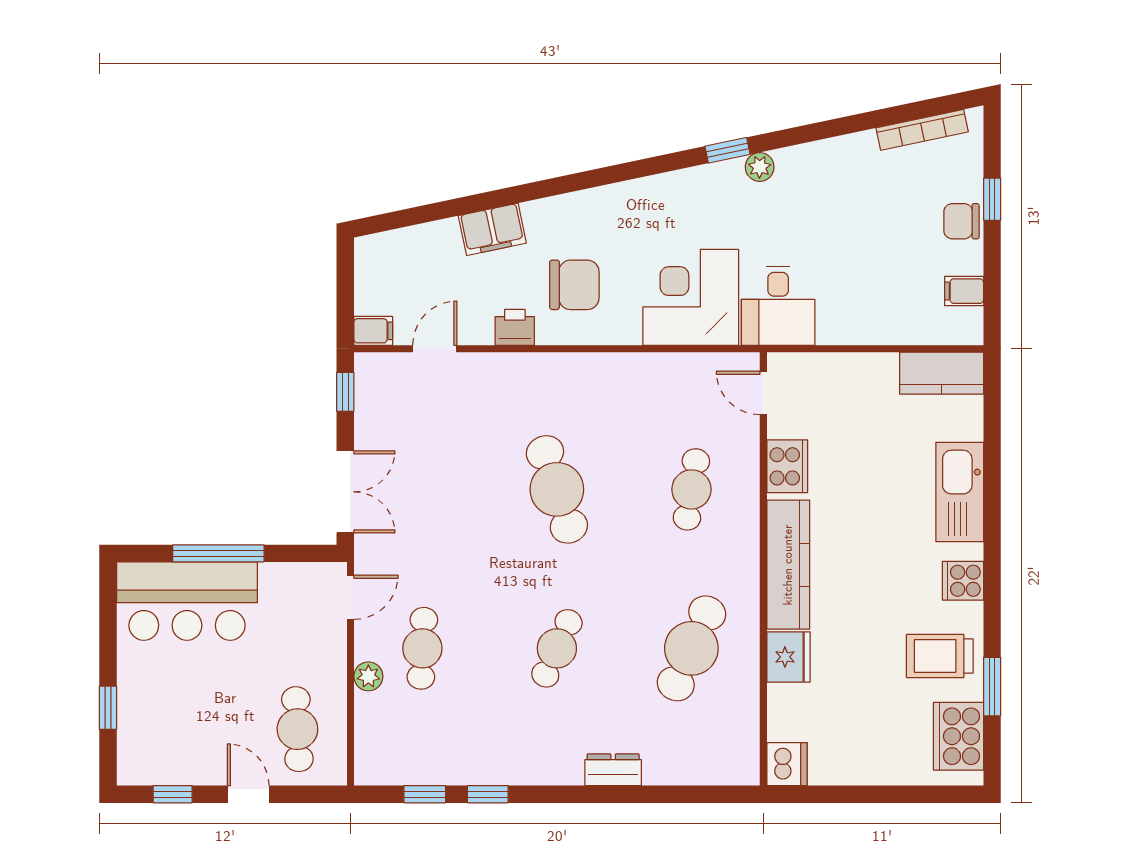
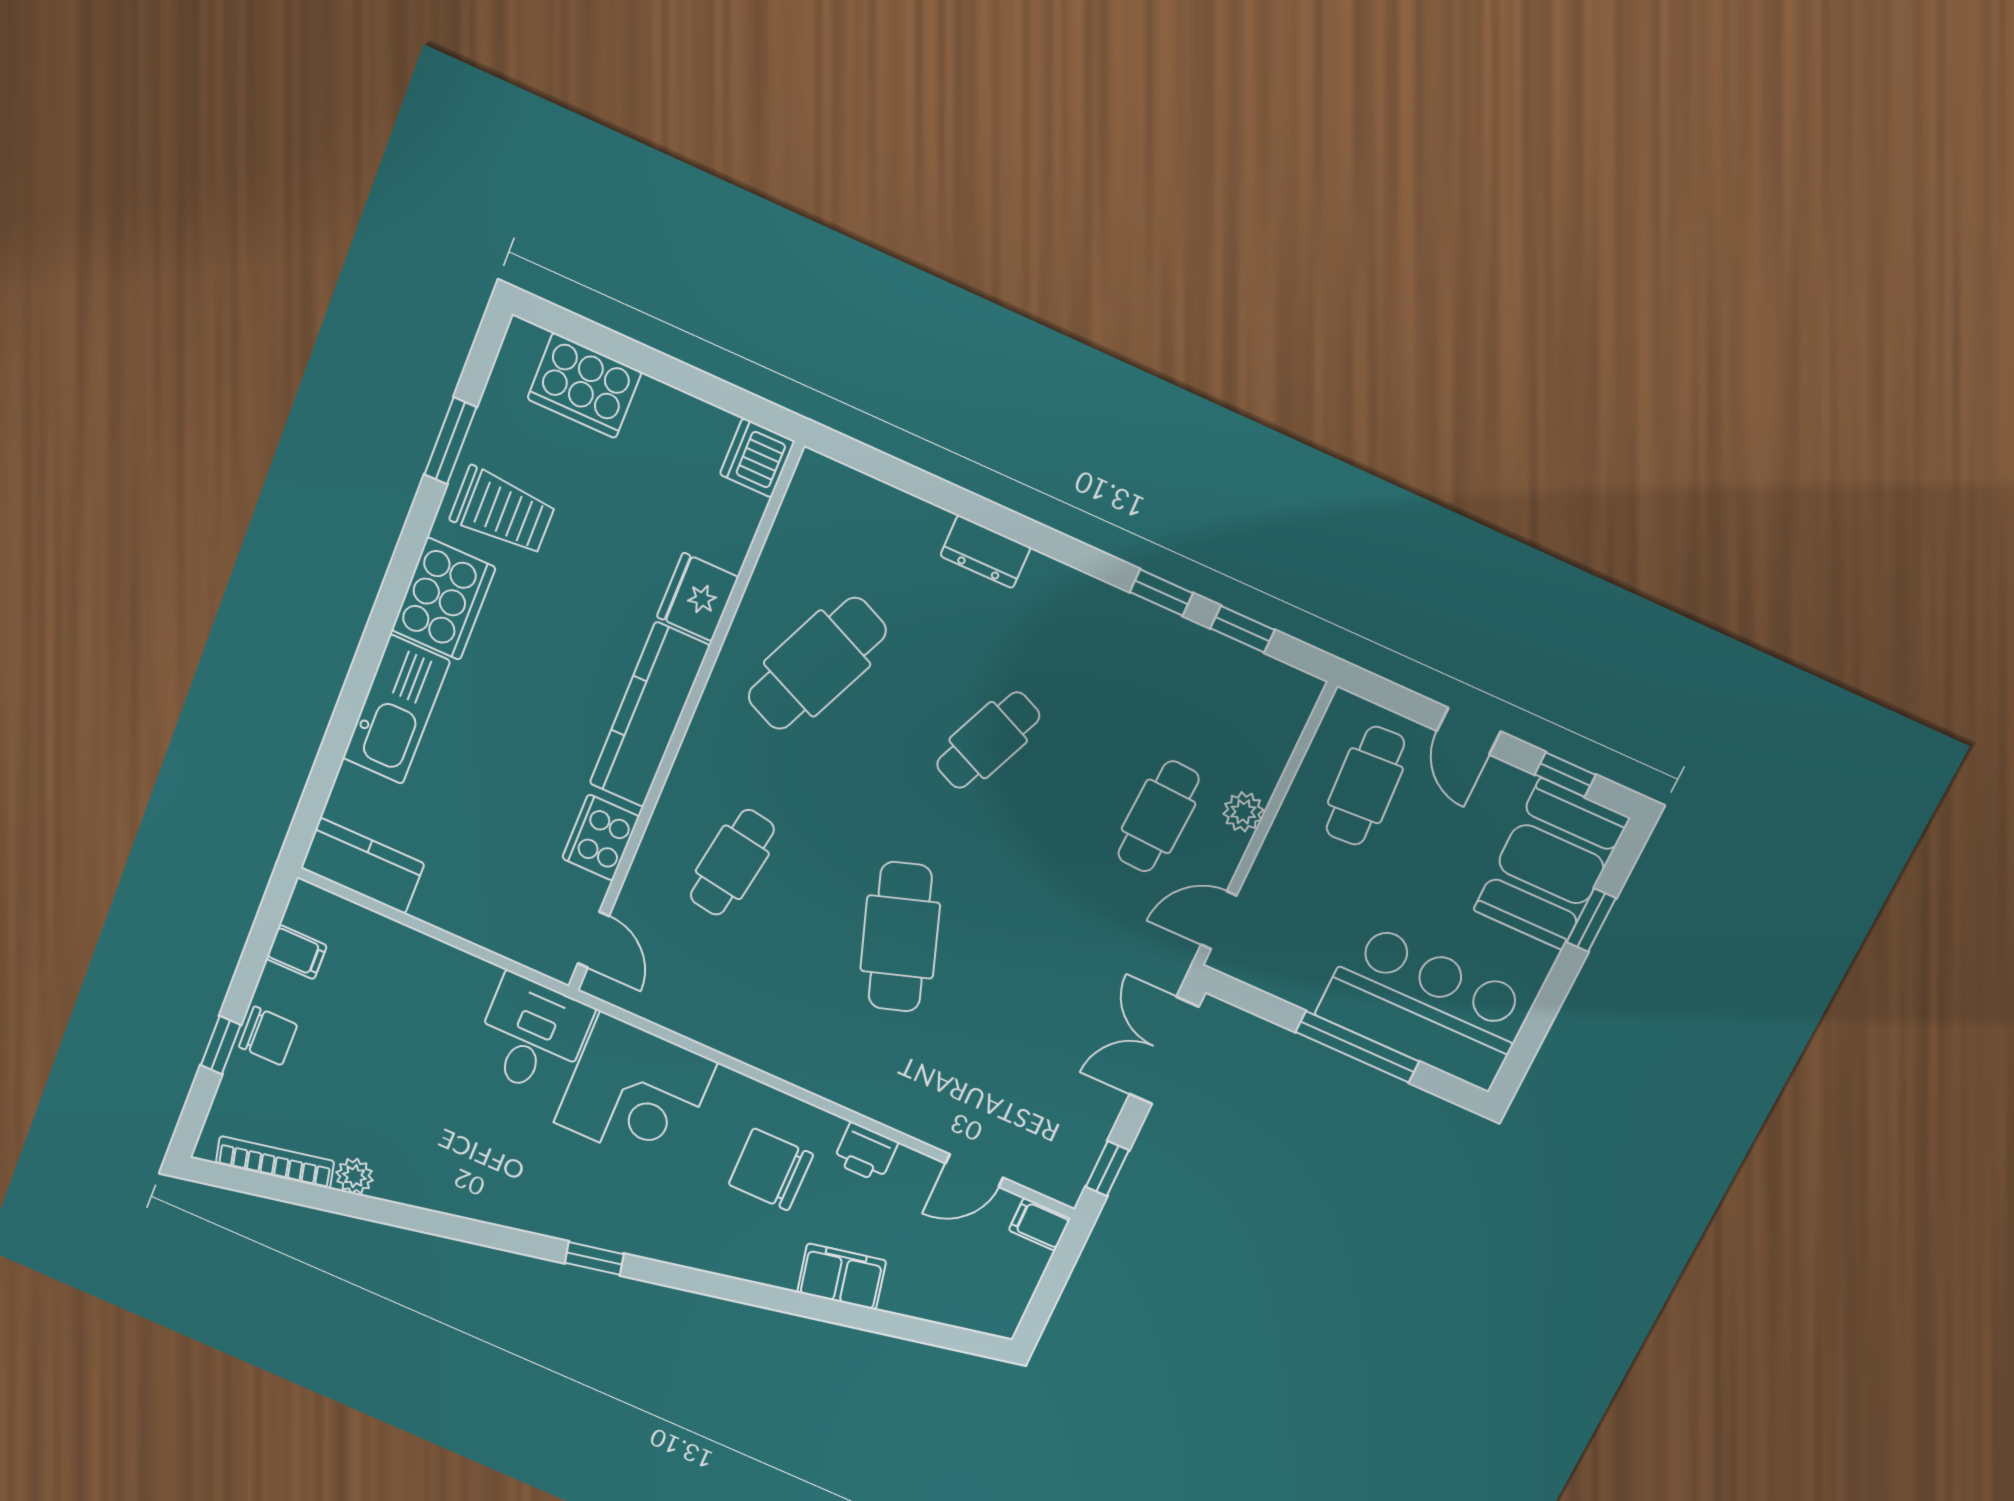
window: (728, 150) -> (594, 1258), moved
plant: (760, 167) -> (354, 1176), moved
cooker: (963, 581) -> (443, 599), width x1.87, depth x1.31
booth: (152, 733) -> (1551, 864), added
cooker: (958, 736) -> (584, 386), moved, turned 90

